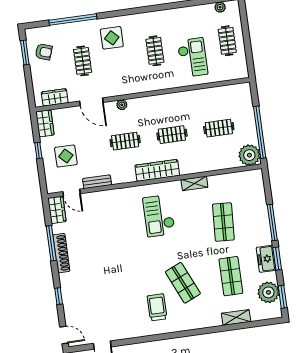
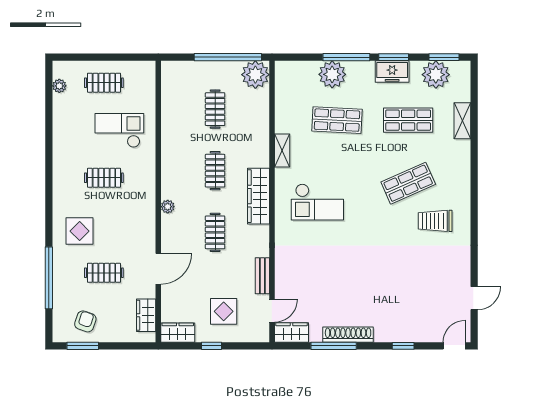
plant: (122, 105) -> (168, 207), moved
plant: (258, 214) -> (332, 74), added

